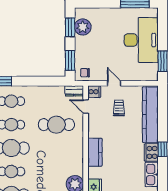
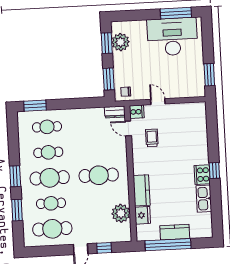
desk: (141, 40) -> (172, 37), moved, turned -90
trolley: (119, 108) -> (152, 138), moved
kitchen counter: (150, 115) -> (199, 134), removed
cafe table: (56, 125) -> (99, 175), moved
kitchen counter: (95, 152) -> (142, 190), moved

